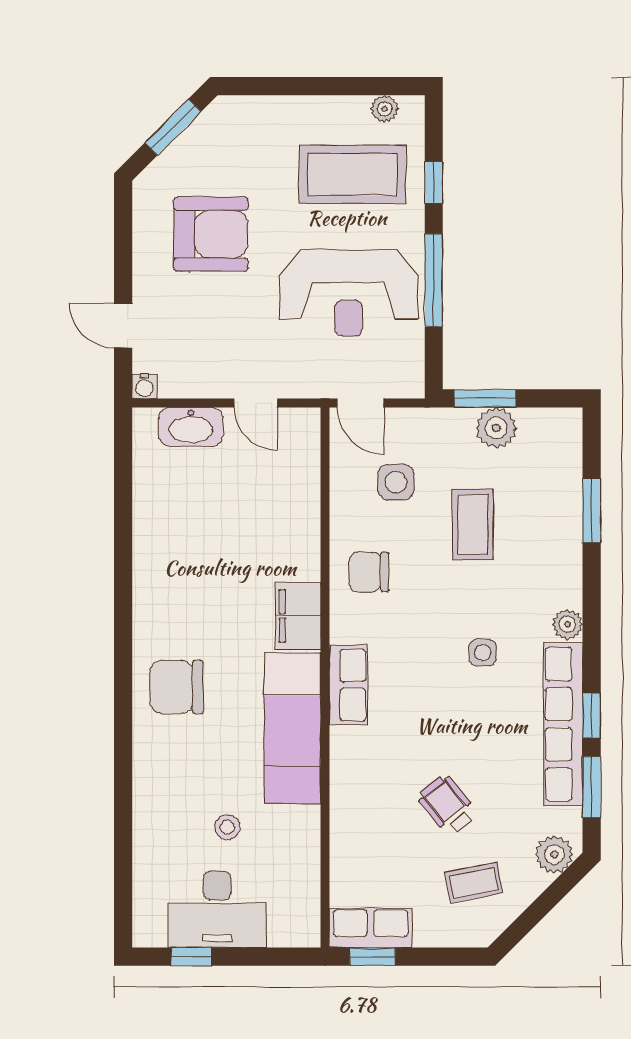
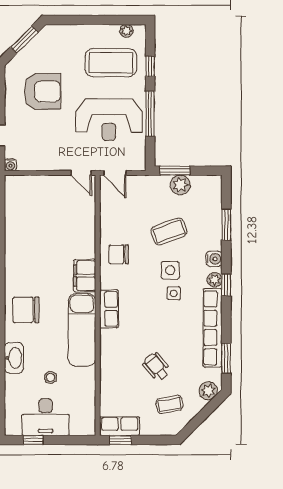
door: (256, 403) -> (81, 173), moved
washbasin: (191, 427) -> (14, 358), moved, turned -90
side table: (396, 482) -> (170, 270), moved
coffee table: (473, 524) -> (169, 231), turned 70
water cooler: (566, 581) -> (214, 259), added
window: (592, 716) -> (226, 285), moved

